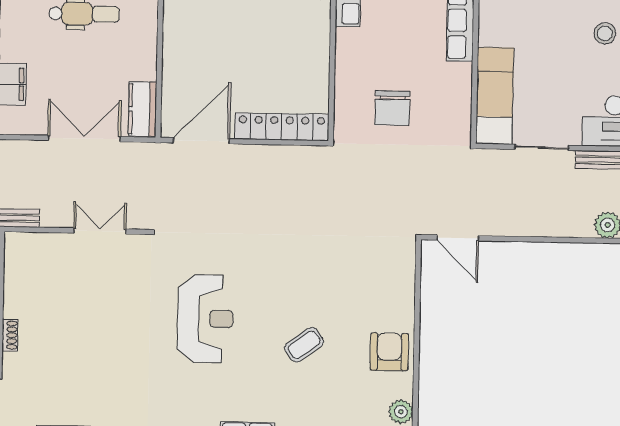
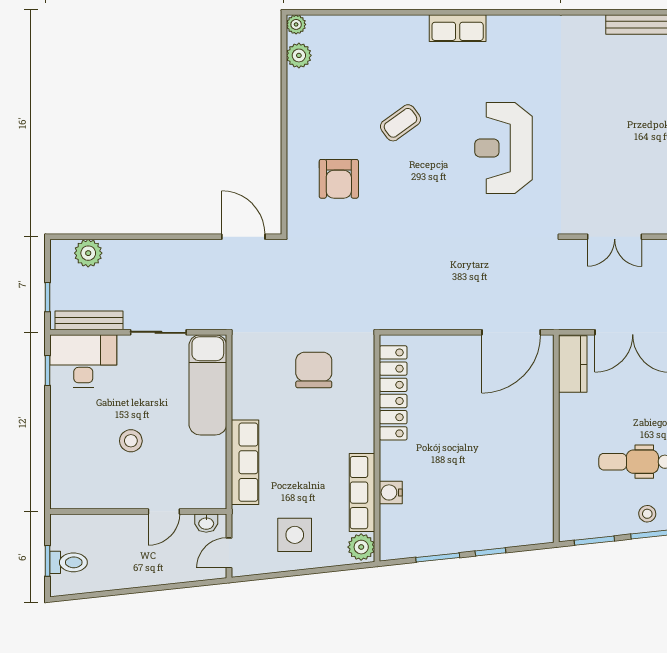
stool: (605, 33) -> (131, 441), moved
locker: (282, 127) -> (393, 393), moved, turned -90
armchair: (389, 352) -> (339, 179), moved

